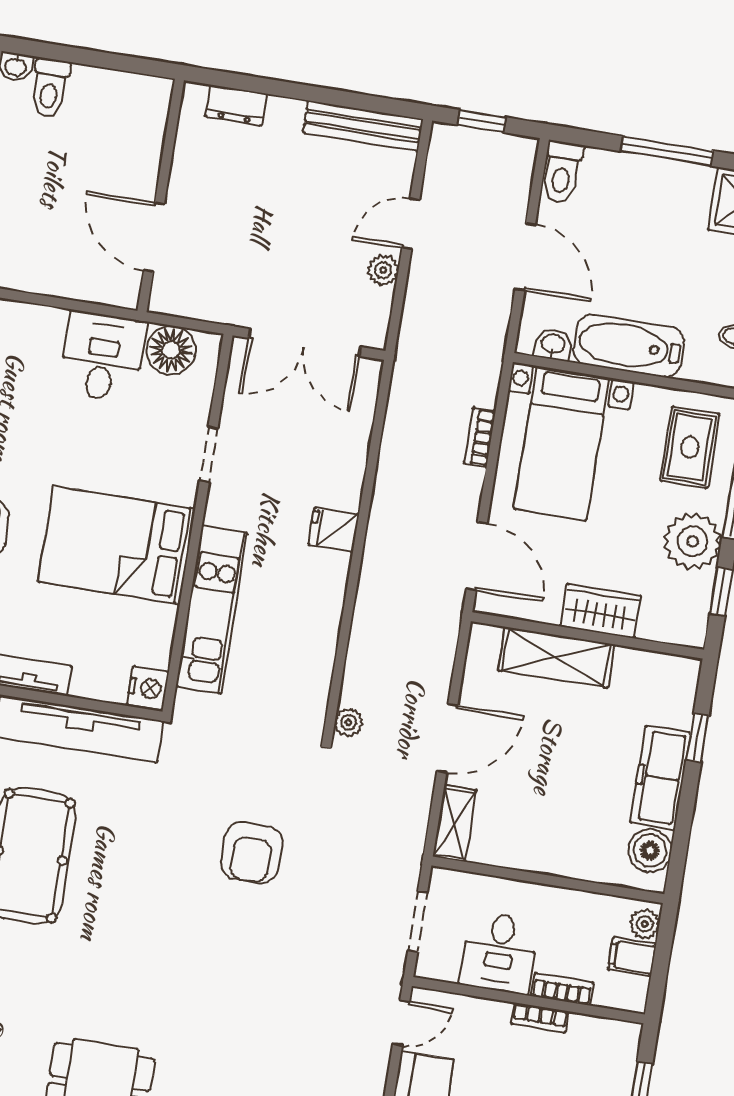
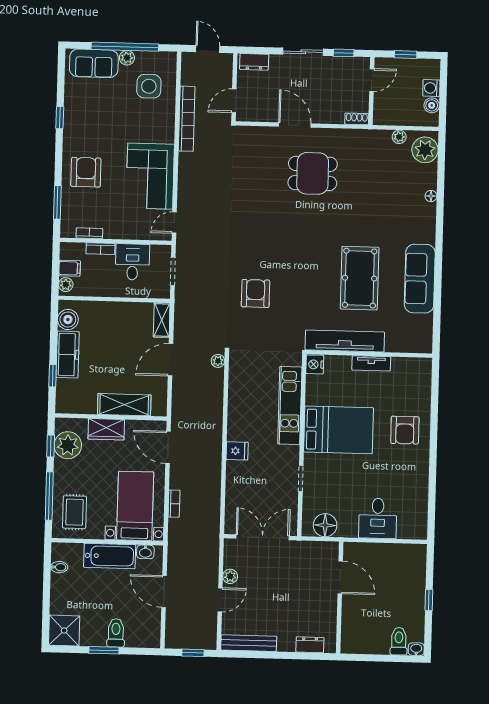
window: (667, 151) -> (104, 650), width x0.69
toilet: (562, 172) -> (116, 633), moved
desk: (103, 357) -> (378, 518), moved
plant: (693, 541) -> (68, 445), moved
bookcase: (540, 1018) -> (89, 233), moved

